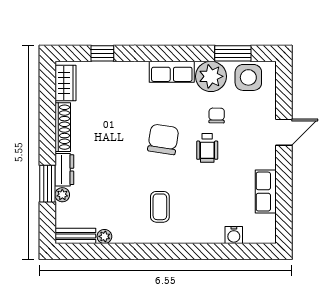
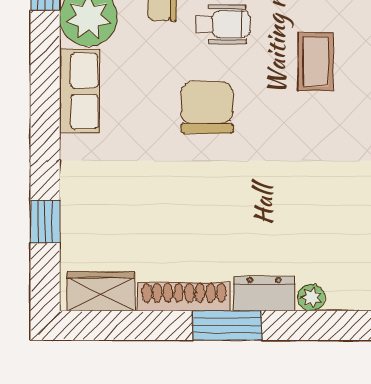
chair: (163, 139) -> (207, 107), turned 81
window: (47, 184) -> (227, 325), moved
coffee table: (160, 207) -> (316, 62), moved, turned 90

